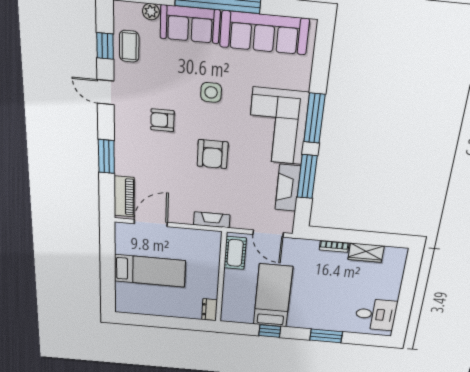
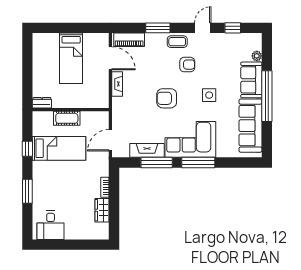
coffee table: (129, 46) -> (177, 42), moved
armchair: (162, 120) -> (187, 65), turned 90
fireplace: (212, 220) -> (117, 84), moved
cot: (235, 253) -> (67, 118), moved

